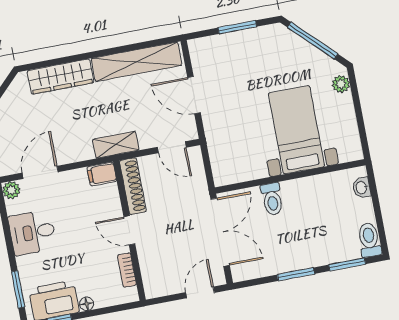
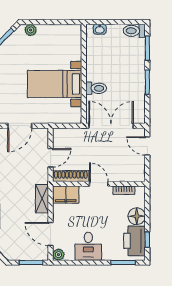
bed with nightstands: (296, 130) -> (55, 84), moved
shelving: (116, 145) -> (42, 199), moved
door: (172, 147) -> (51, 158), moved
filing cabinet: (102, 174) -> (66, 195), width x2.00
door: (129, 230) -> (99, 184), swing flipped
floor lamp: (87, 304) -> (137, 216), width x1.89, depth x1.89

